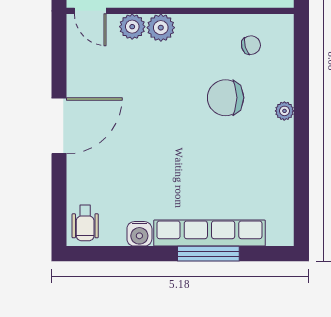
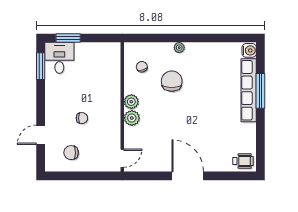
plant: (132, 27) -> (131, 102), moved
chair: (226, 98) -> (172, 81), turned 180
water cooler: (139, 234) -> (249, 50), moved

